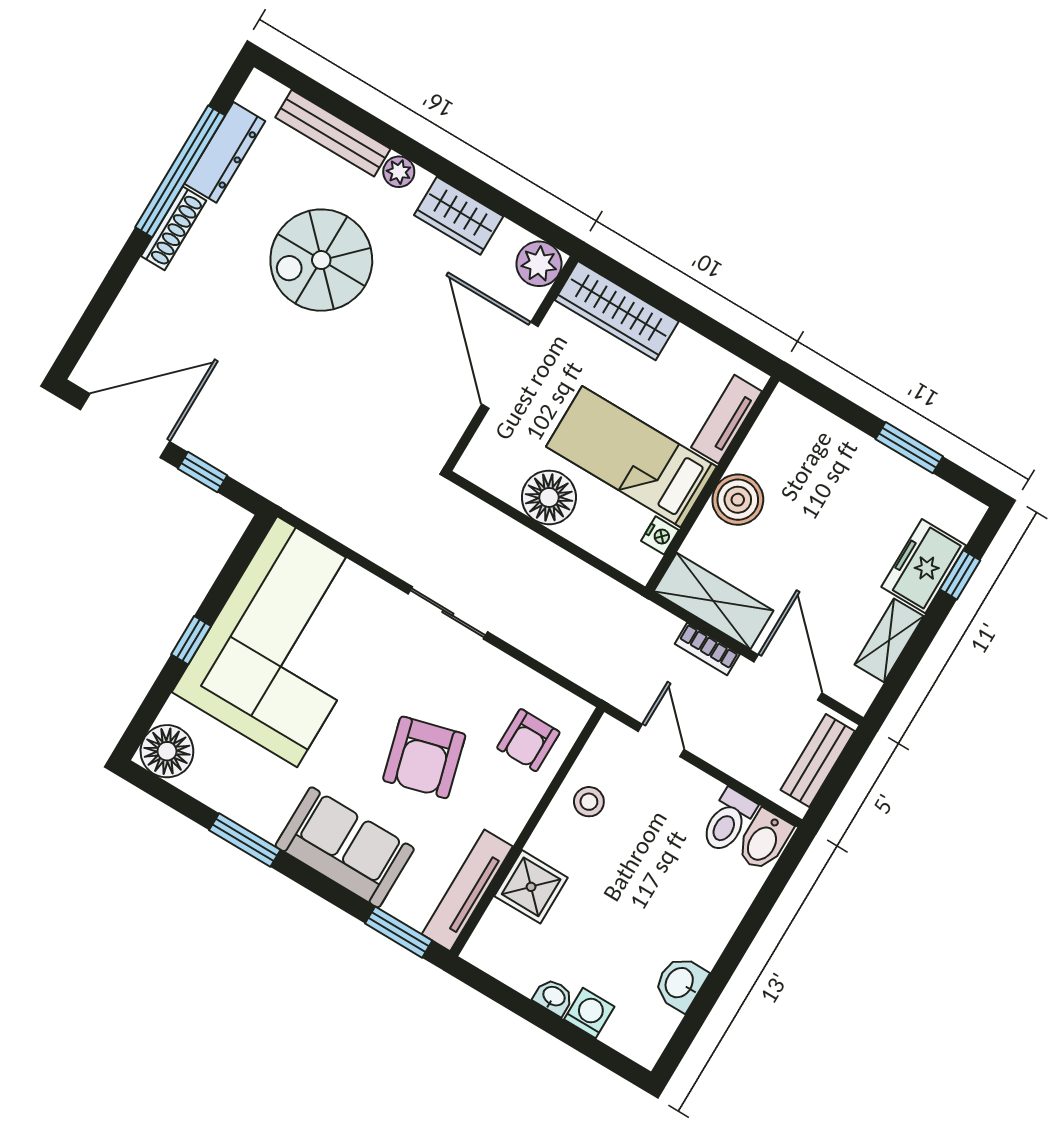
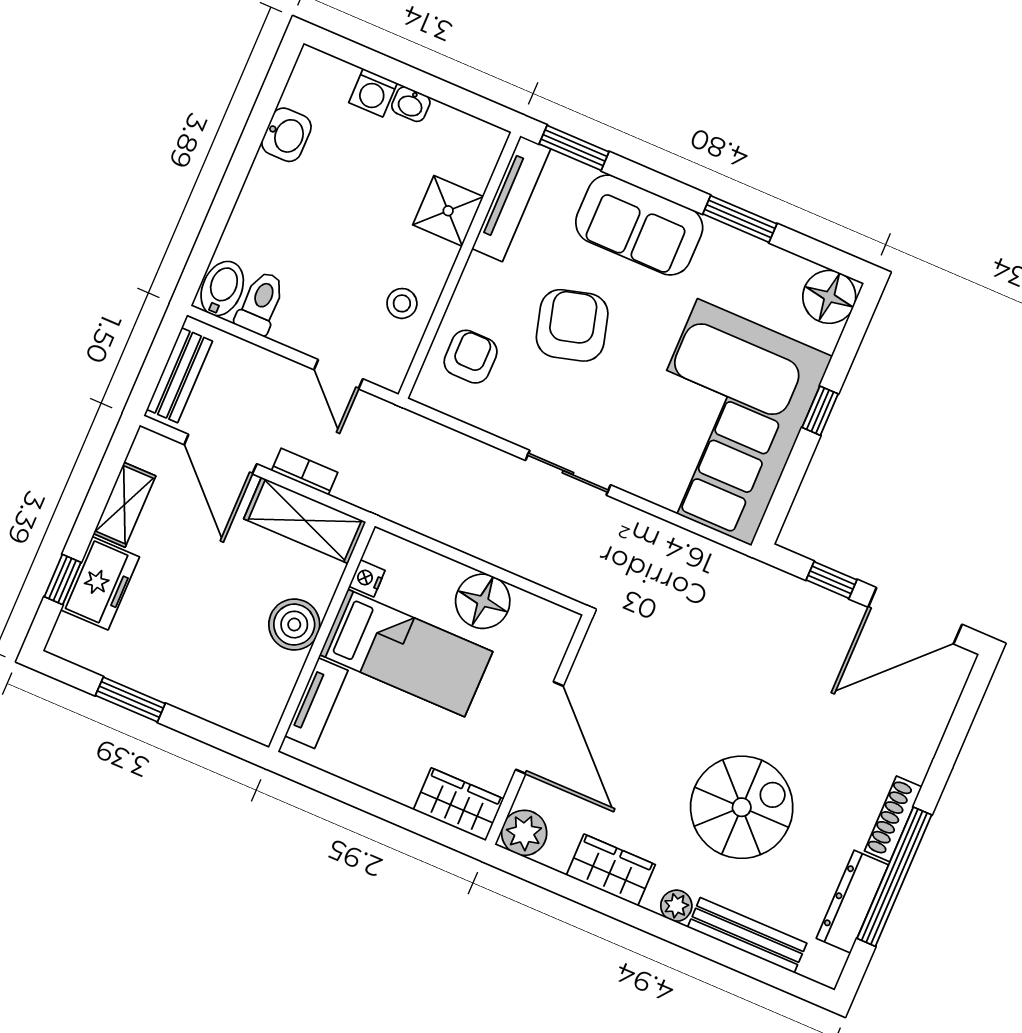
wardrobe: (617, 311) -> (458, 804), width x0.67

